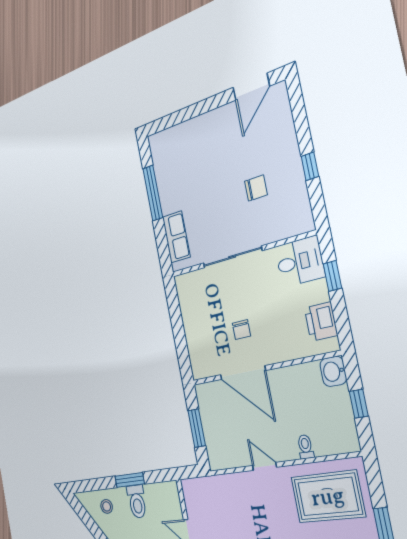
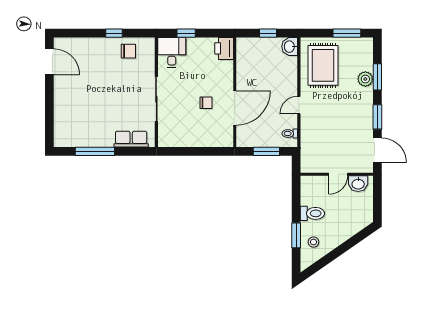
chair: (256, 188) -> (128, 51), moved, turned 90
printer: (321, 322) -> (224, 48), moved, turned 90
washbasin: (333, 371) -> (290, 47), moved, turned 90
toilet: (305, 447) -> (290, 133), moved
window: (130, 480) -> (296, 235), moved

